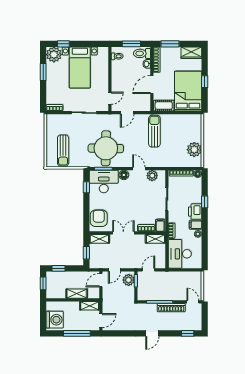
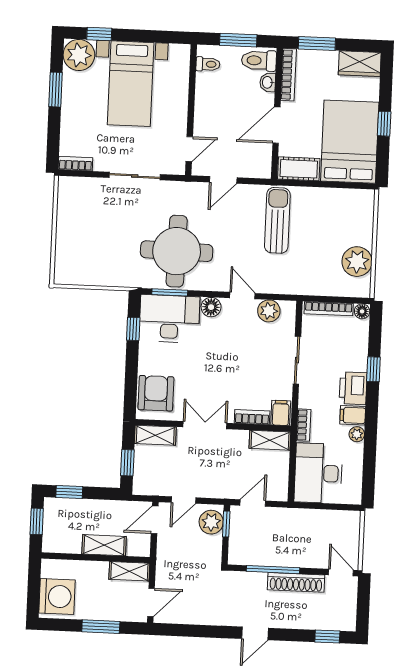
sun lounger: (63, 150) -> (89, 252), removed
window: (77, 333) -> (101, 627), width x0.69

